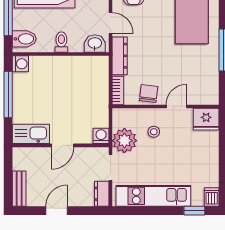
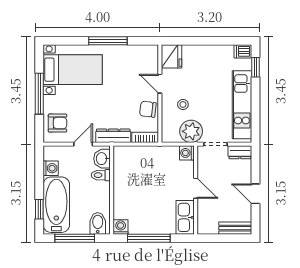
toilet: (61, 42) -> (101, 175), moved

